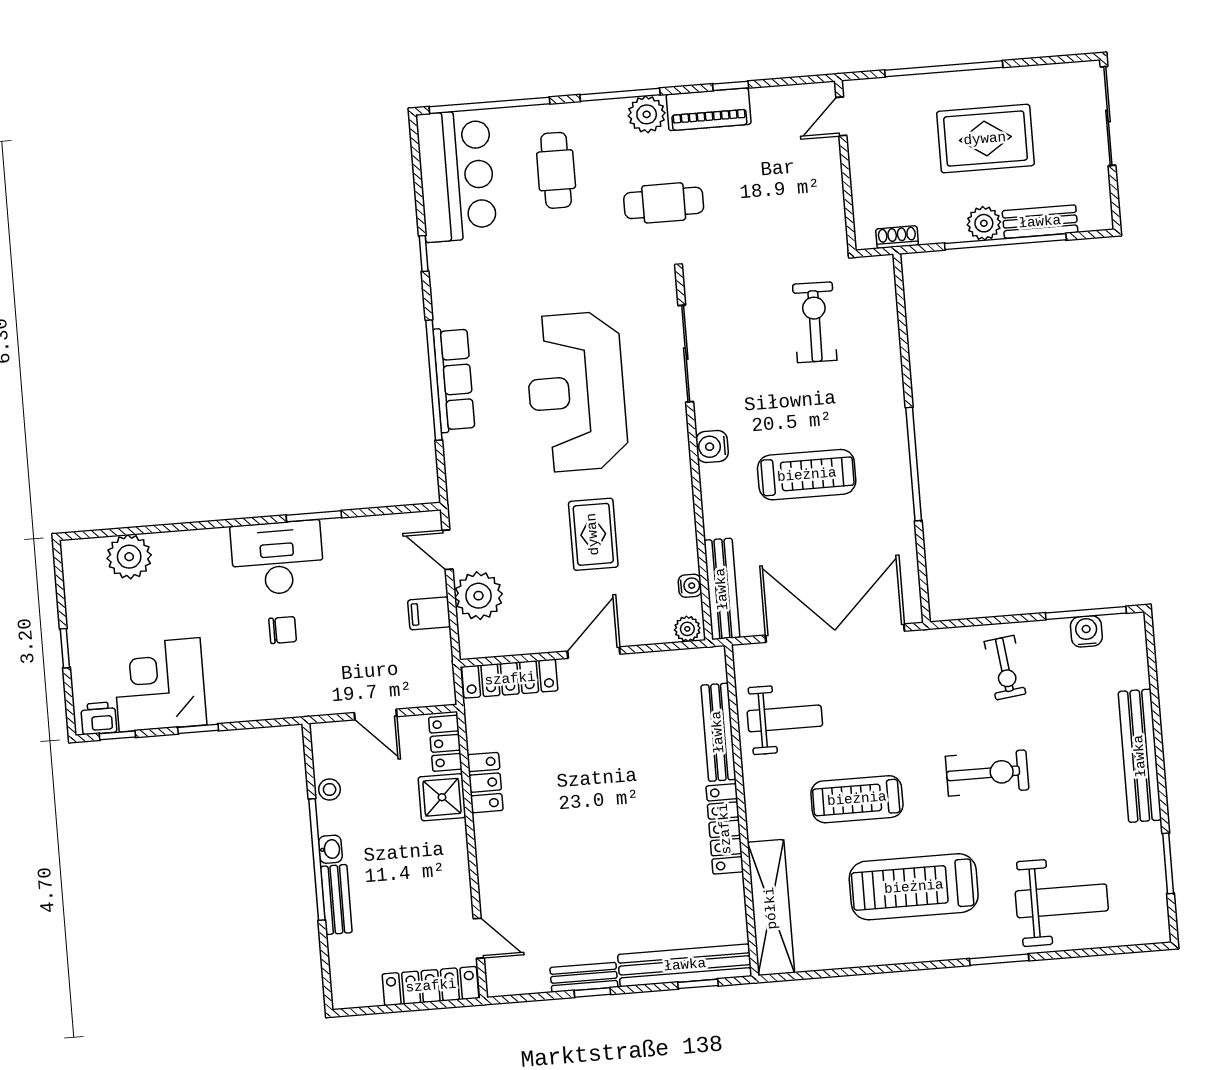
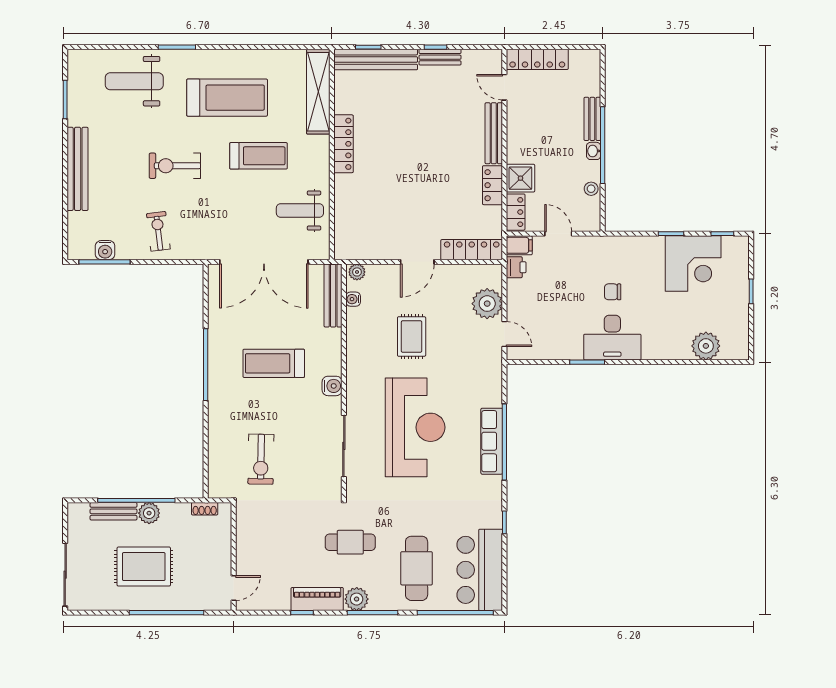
cafe table: (556, 170) -> (417, 568), width x1.37, depth x1.35
filing cabinet: (429, 613) -> (519, 245), moved
printer: (99, 718) -> (516, 267), moved, turned -90
bench: (718, 732) -> (494, 133), moved

